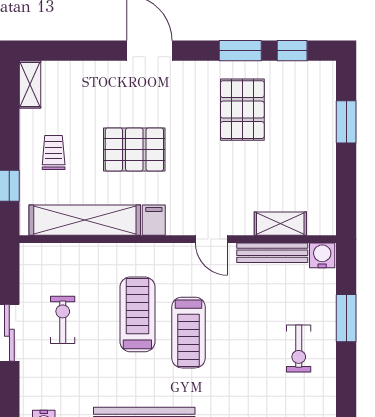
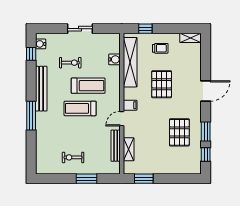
pallet: (242, 110) -> (179, 132), turned 90
window: (346, 122) -> (144, 179), moved
filing cabinet: (154, 220) -> (130, 105), moved
water cooler: (322, 255) -> (114, 59), moved
exercise bike: (63, 320) -> (70, 63), moved

